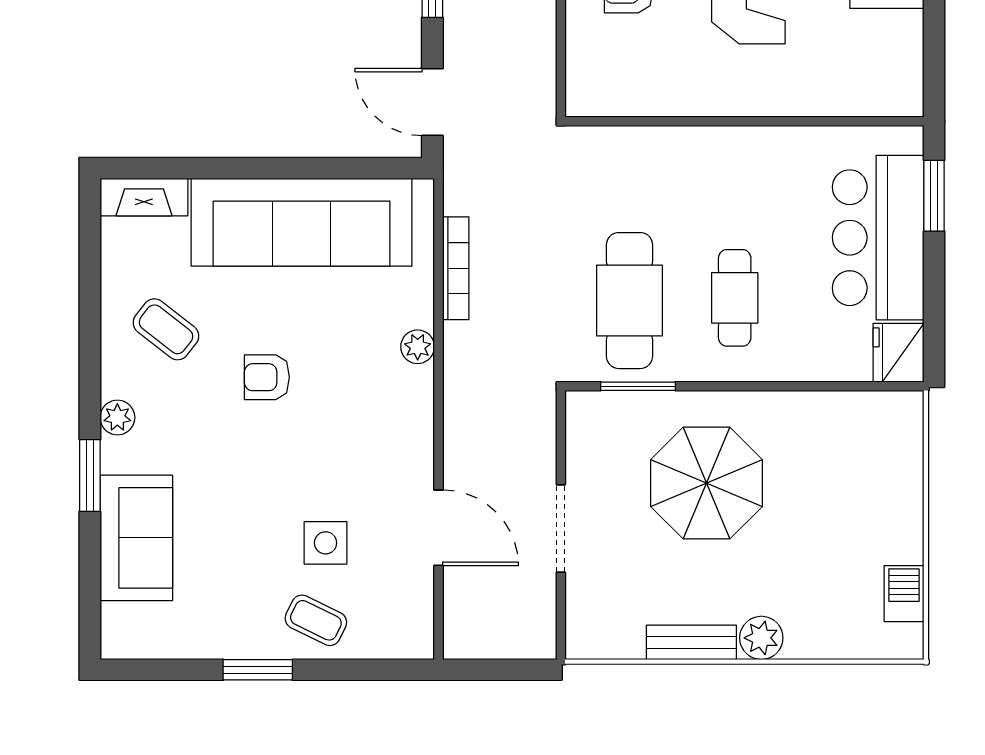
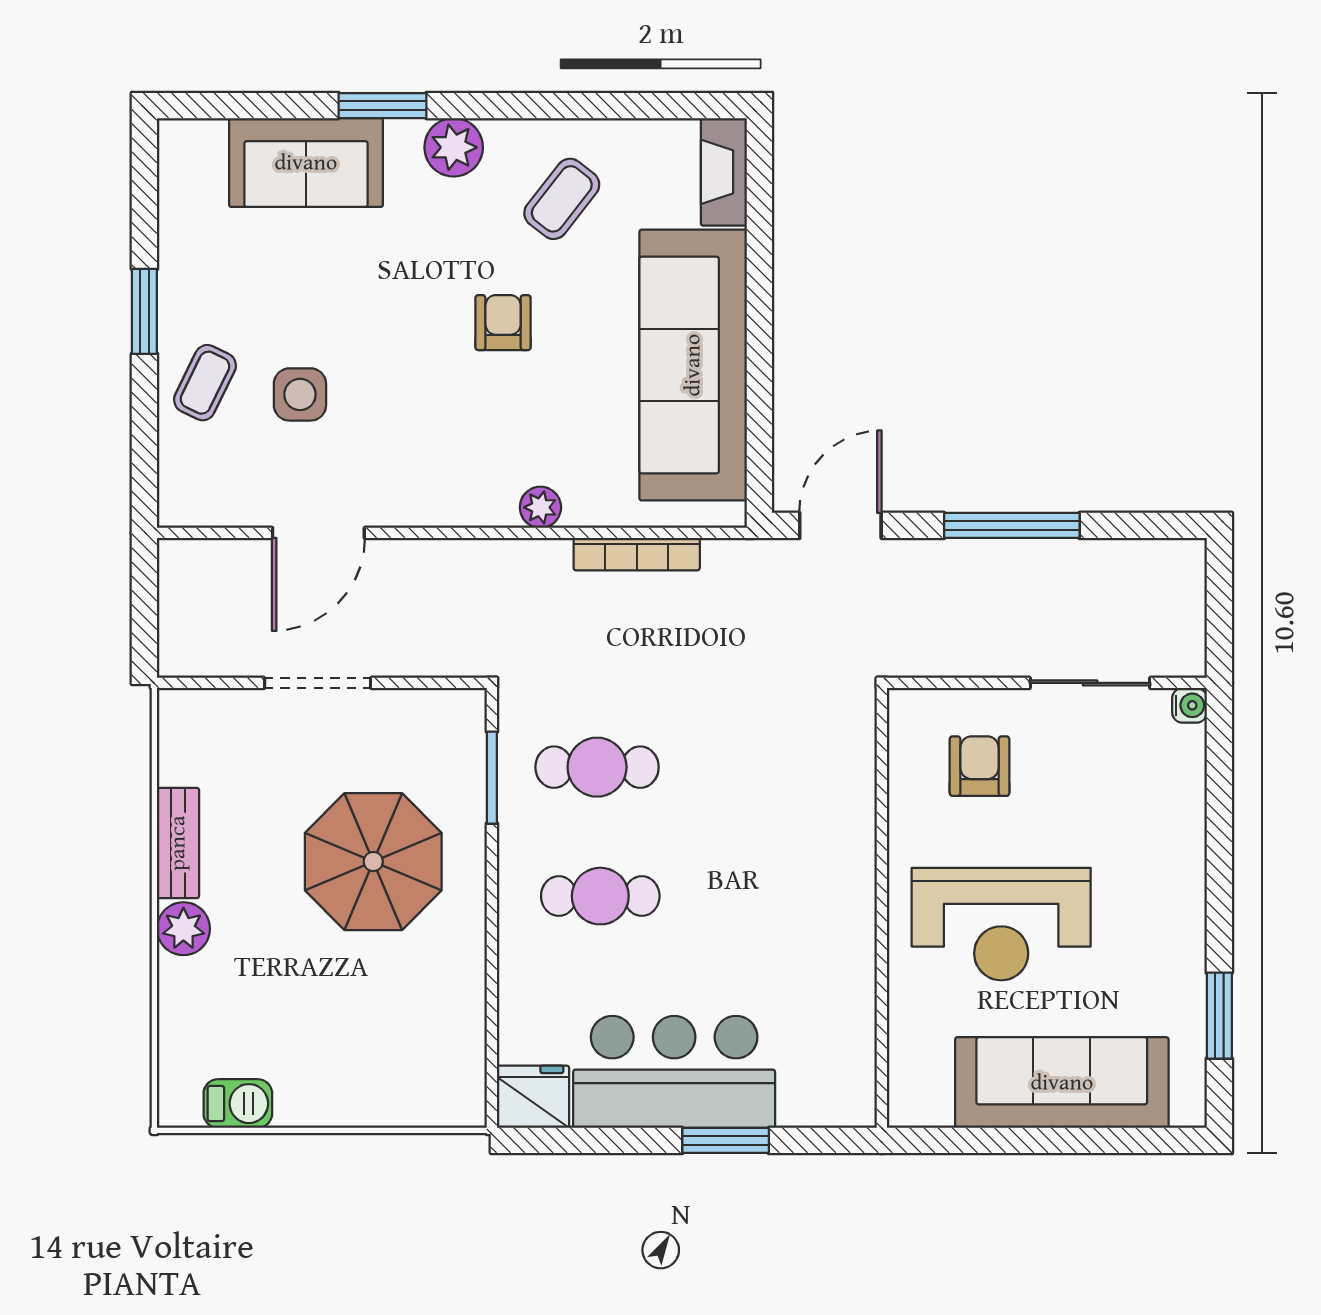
wall: (744, 121) -> (882, 908), moved
cafe table: (629, 301) -> (597, 767), width x0.73, depth x0.74
plant: (117, 417) -> (454, 147), width x1.38, depth x1.38

